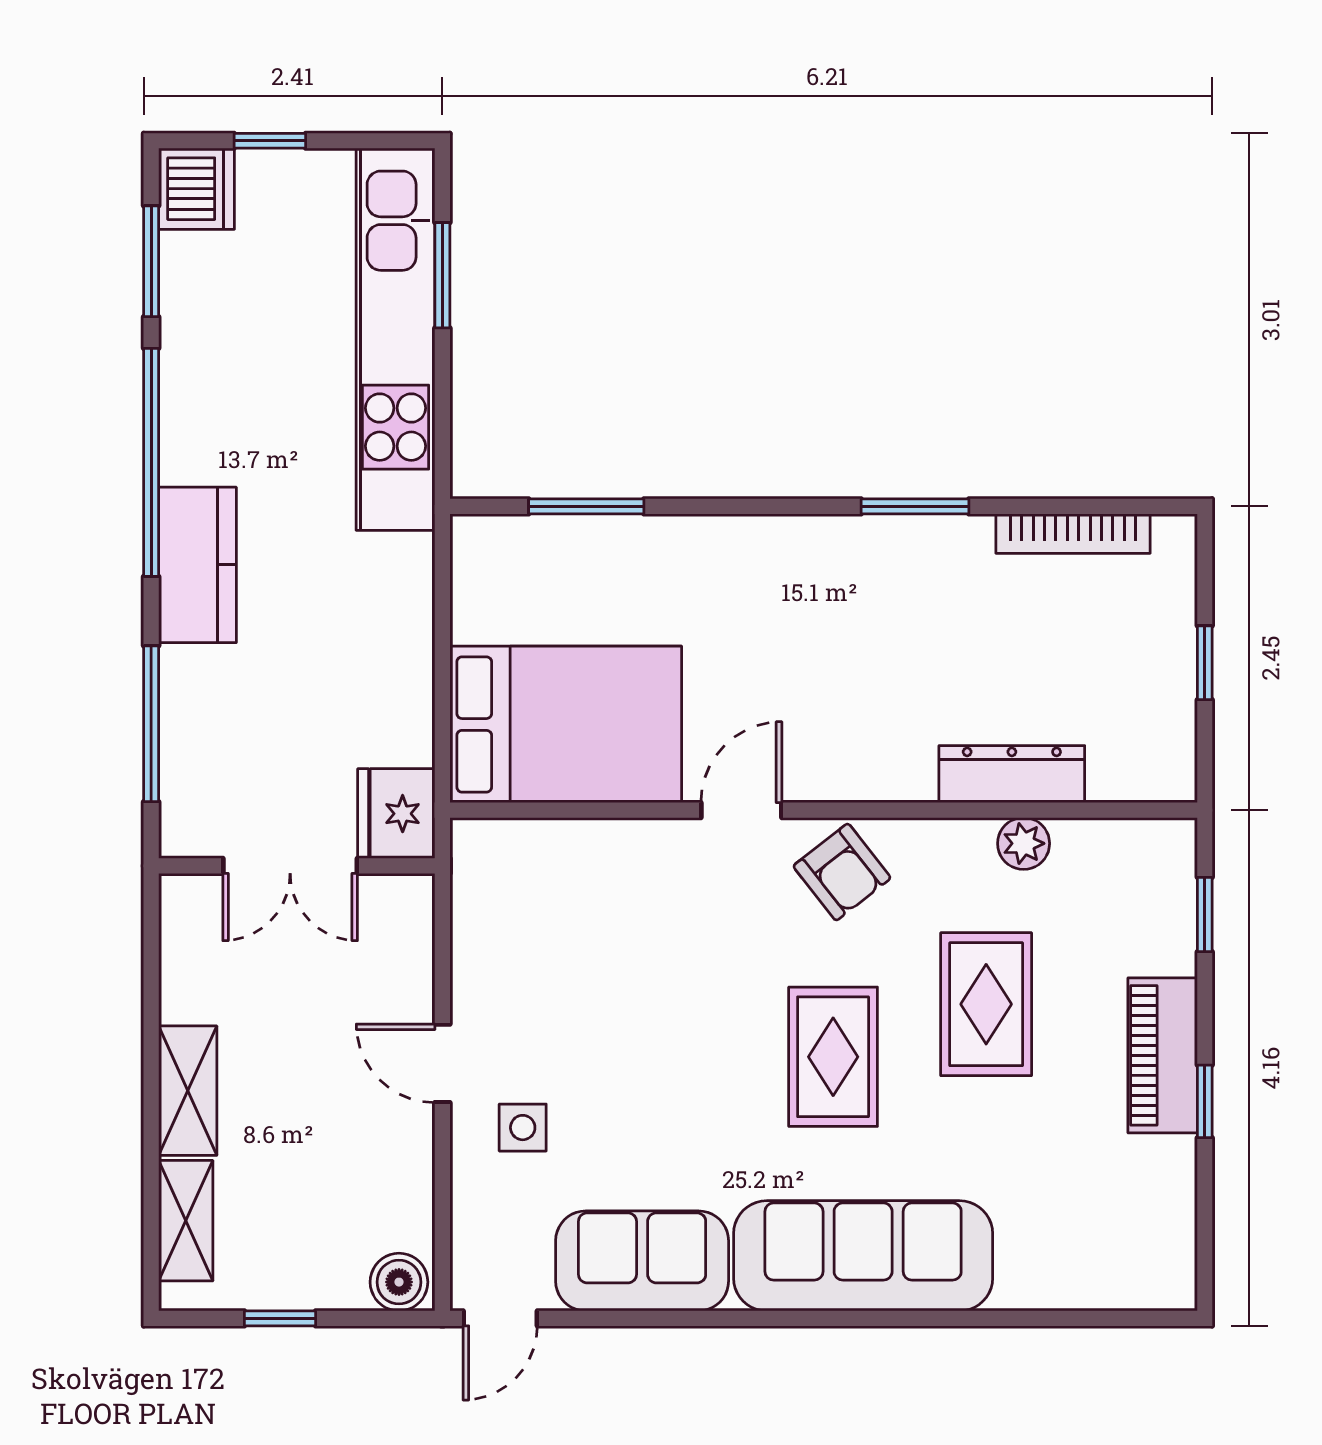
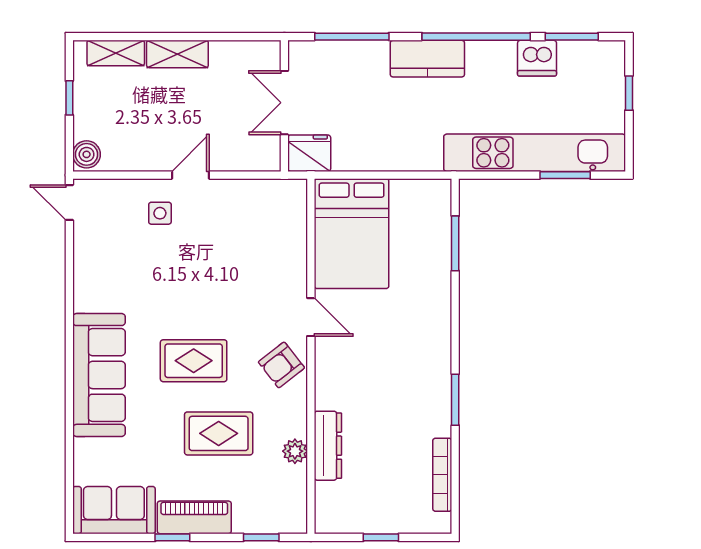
dishwasher: (197, 189) -> (537, 58), moved
sofa: (642, 1261) -> (114, 510), moved, turned -90

